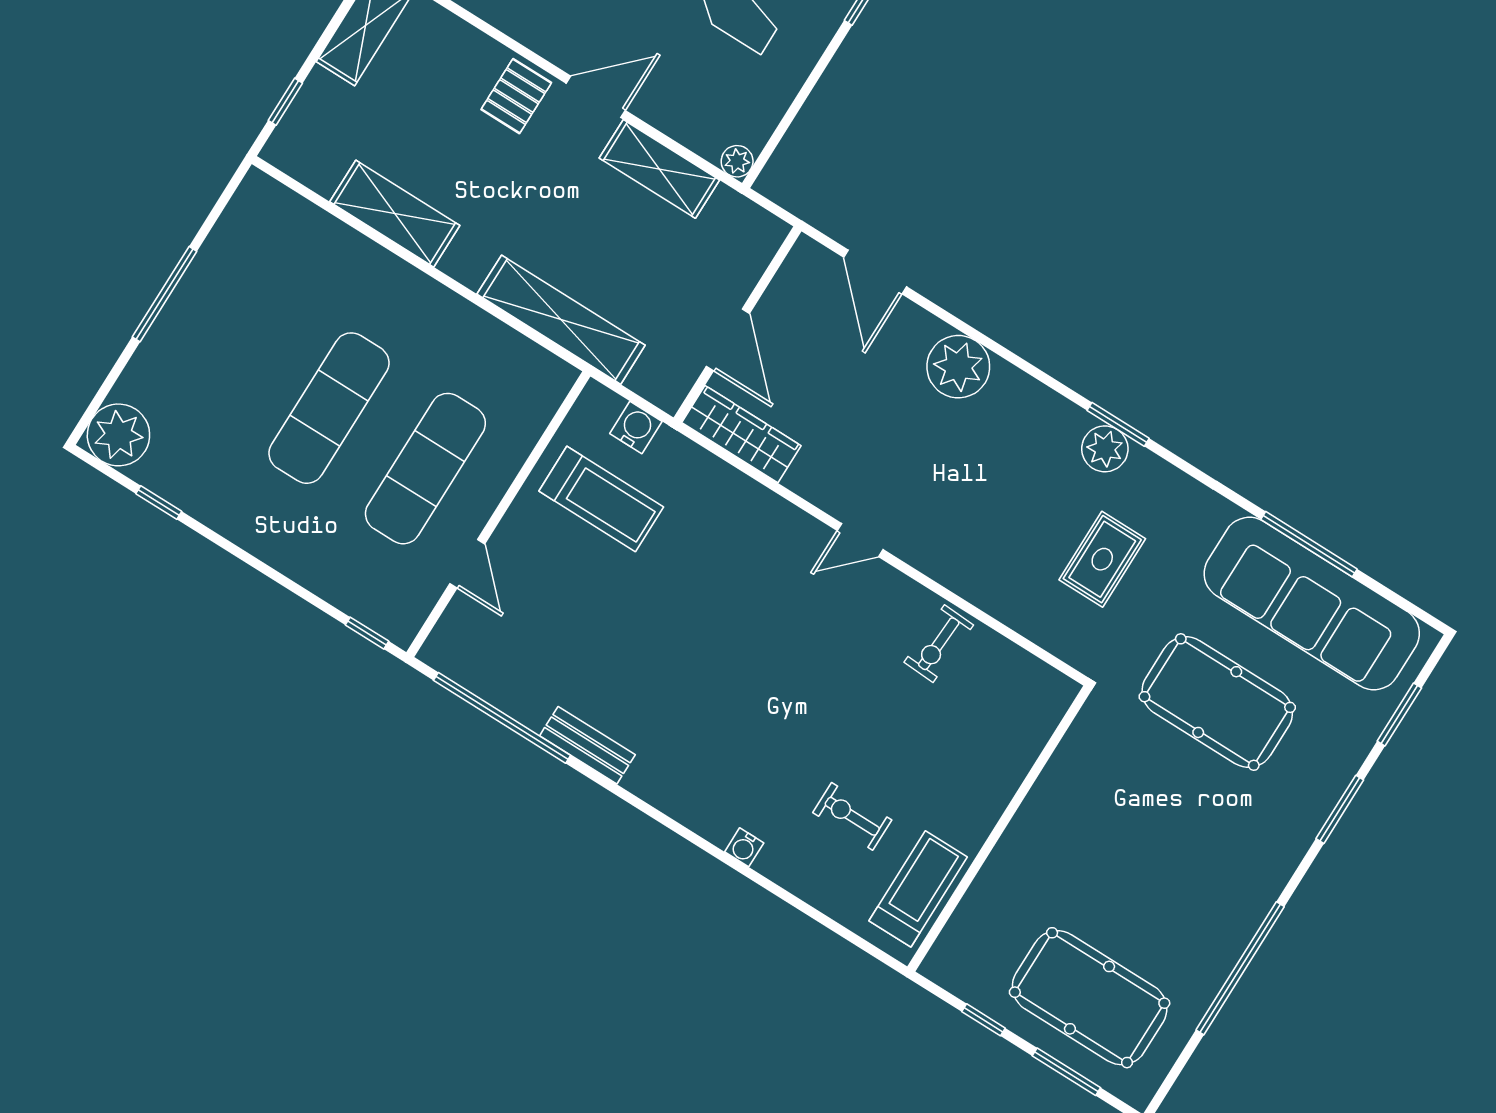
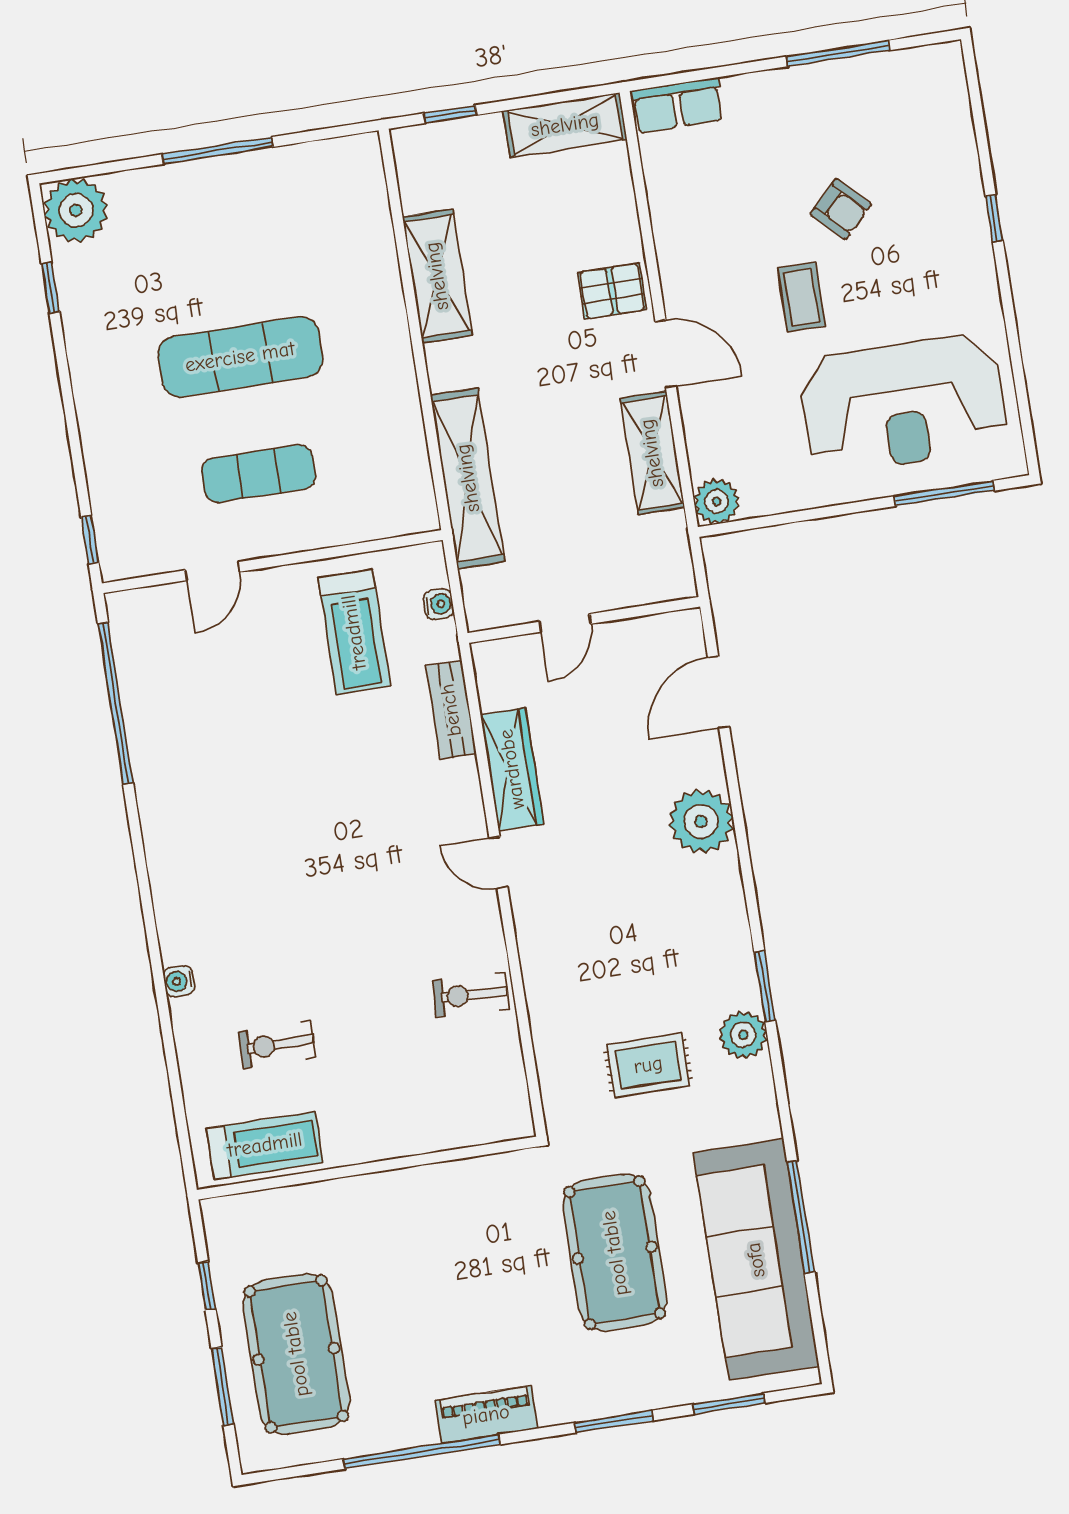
plant: (737, 161) -> (716, 501), width x1.38, depth x1.38
door: (728, 340) -> (565, 623), width x0.73
water cooler: (636, 428) -> (439, 604), width x0.72, depth x0.72
wardrobe: (741, 434) -> (512, 769), moved
plant: (1105, 449) -> (743, 1035), moved
exercise mat: (425, 469) -> (259, 474), width x0.73, depth x0.69
bench: (587, 745) -> (451, 710), moved
exercise bike: (852, 816) -> (277, 1045), turned -90
piano: (1254, 898) -> (486, 1415), added

